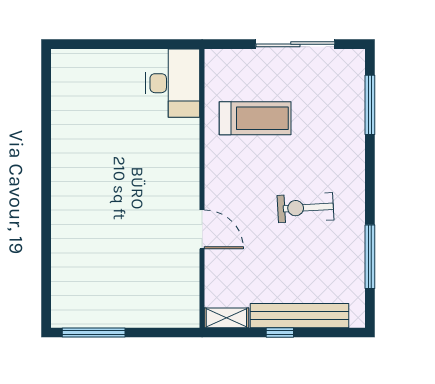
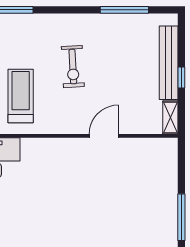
exercise bike: (306, 208) -> (73, 67), moved

